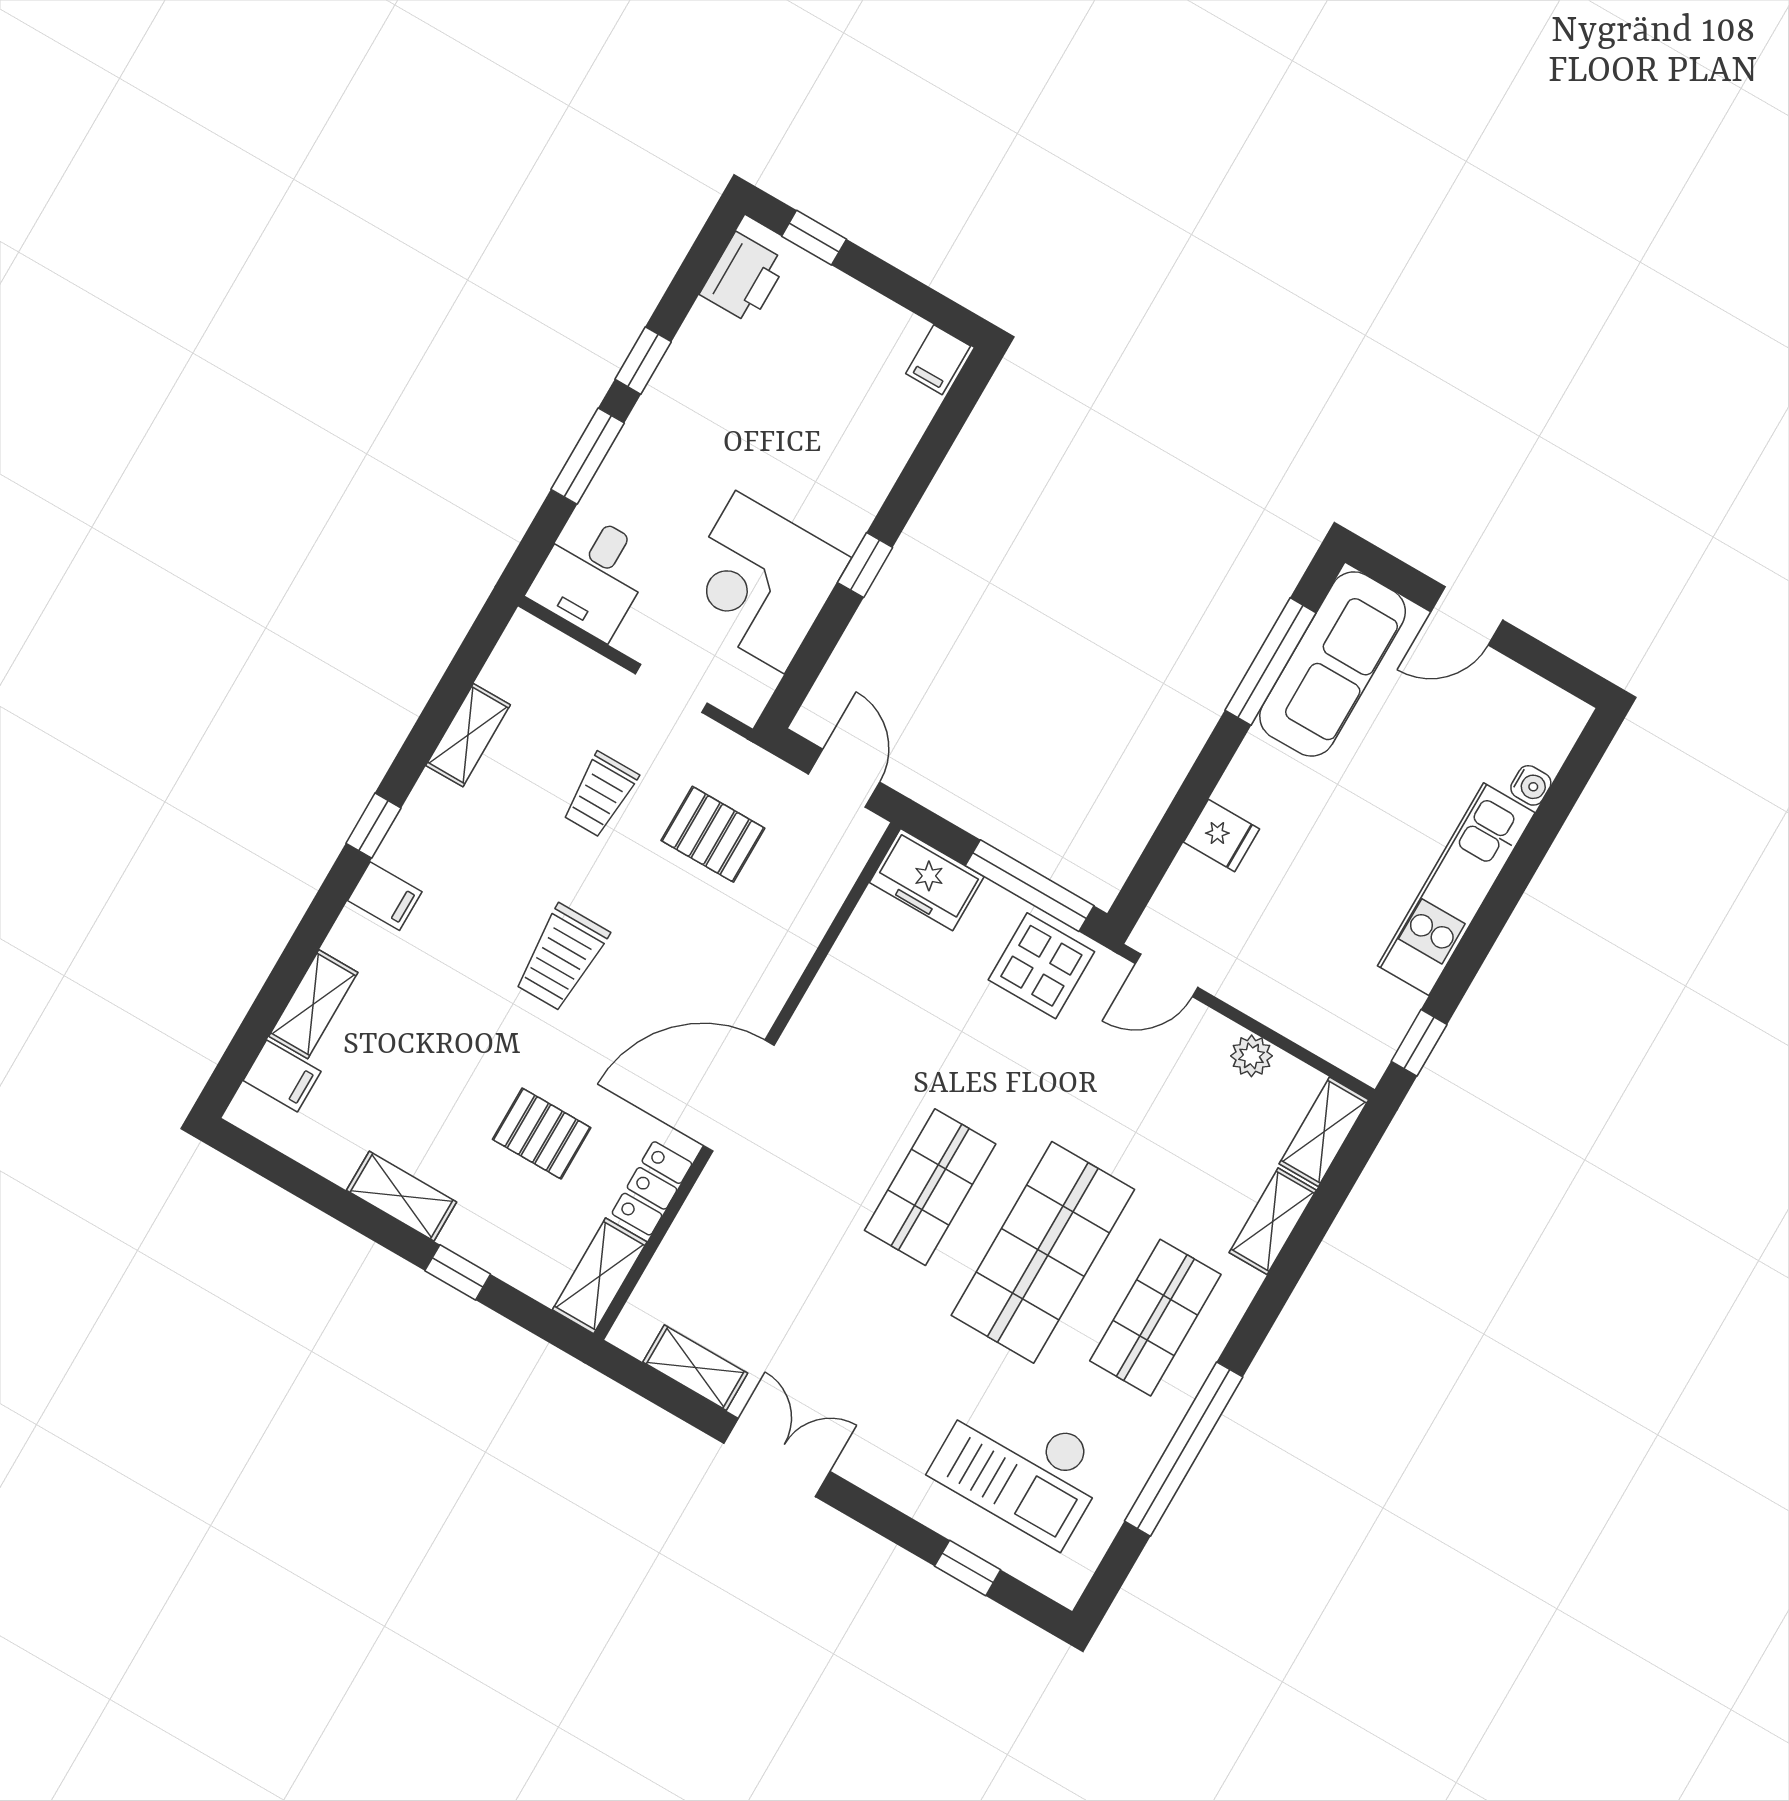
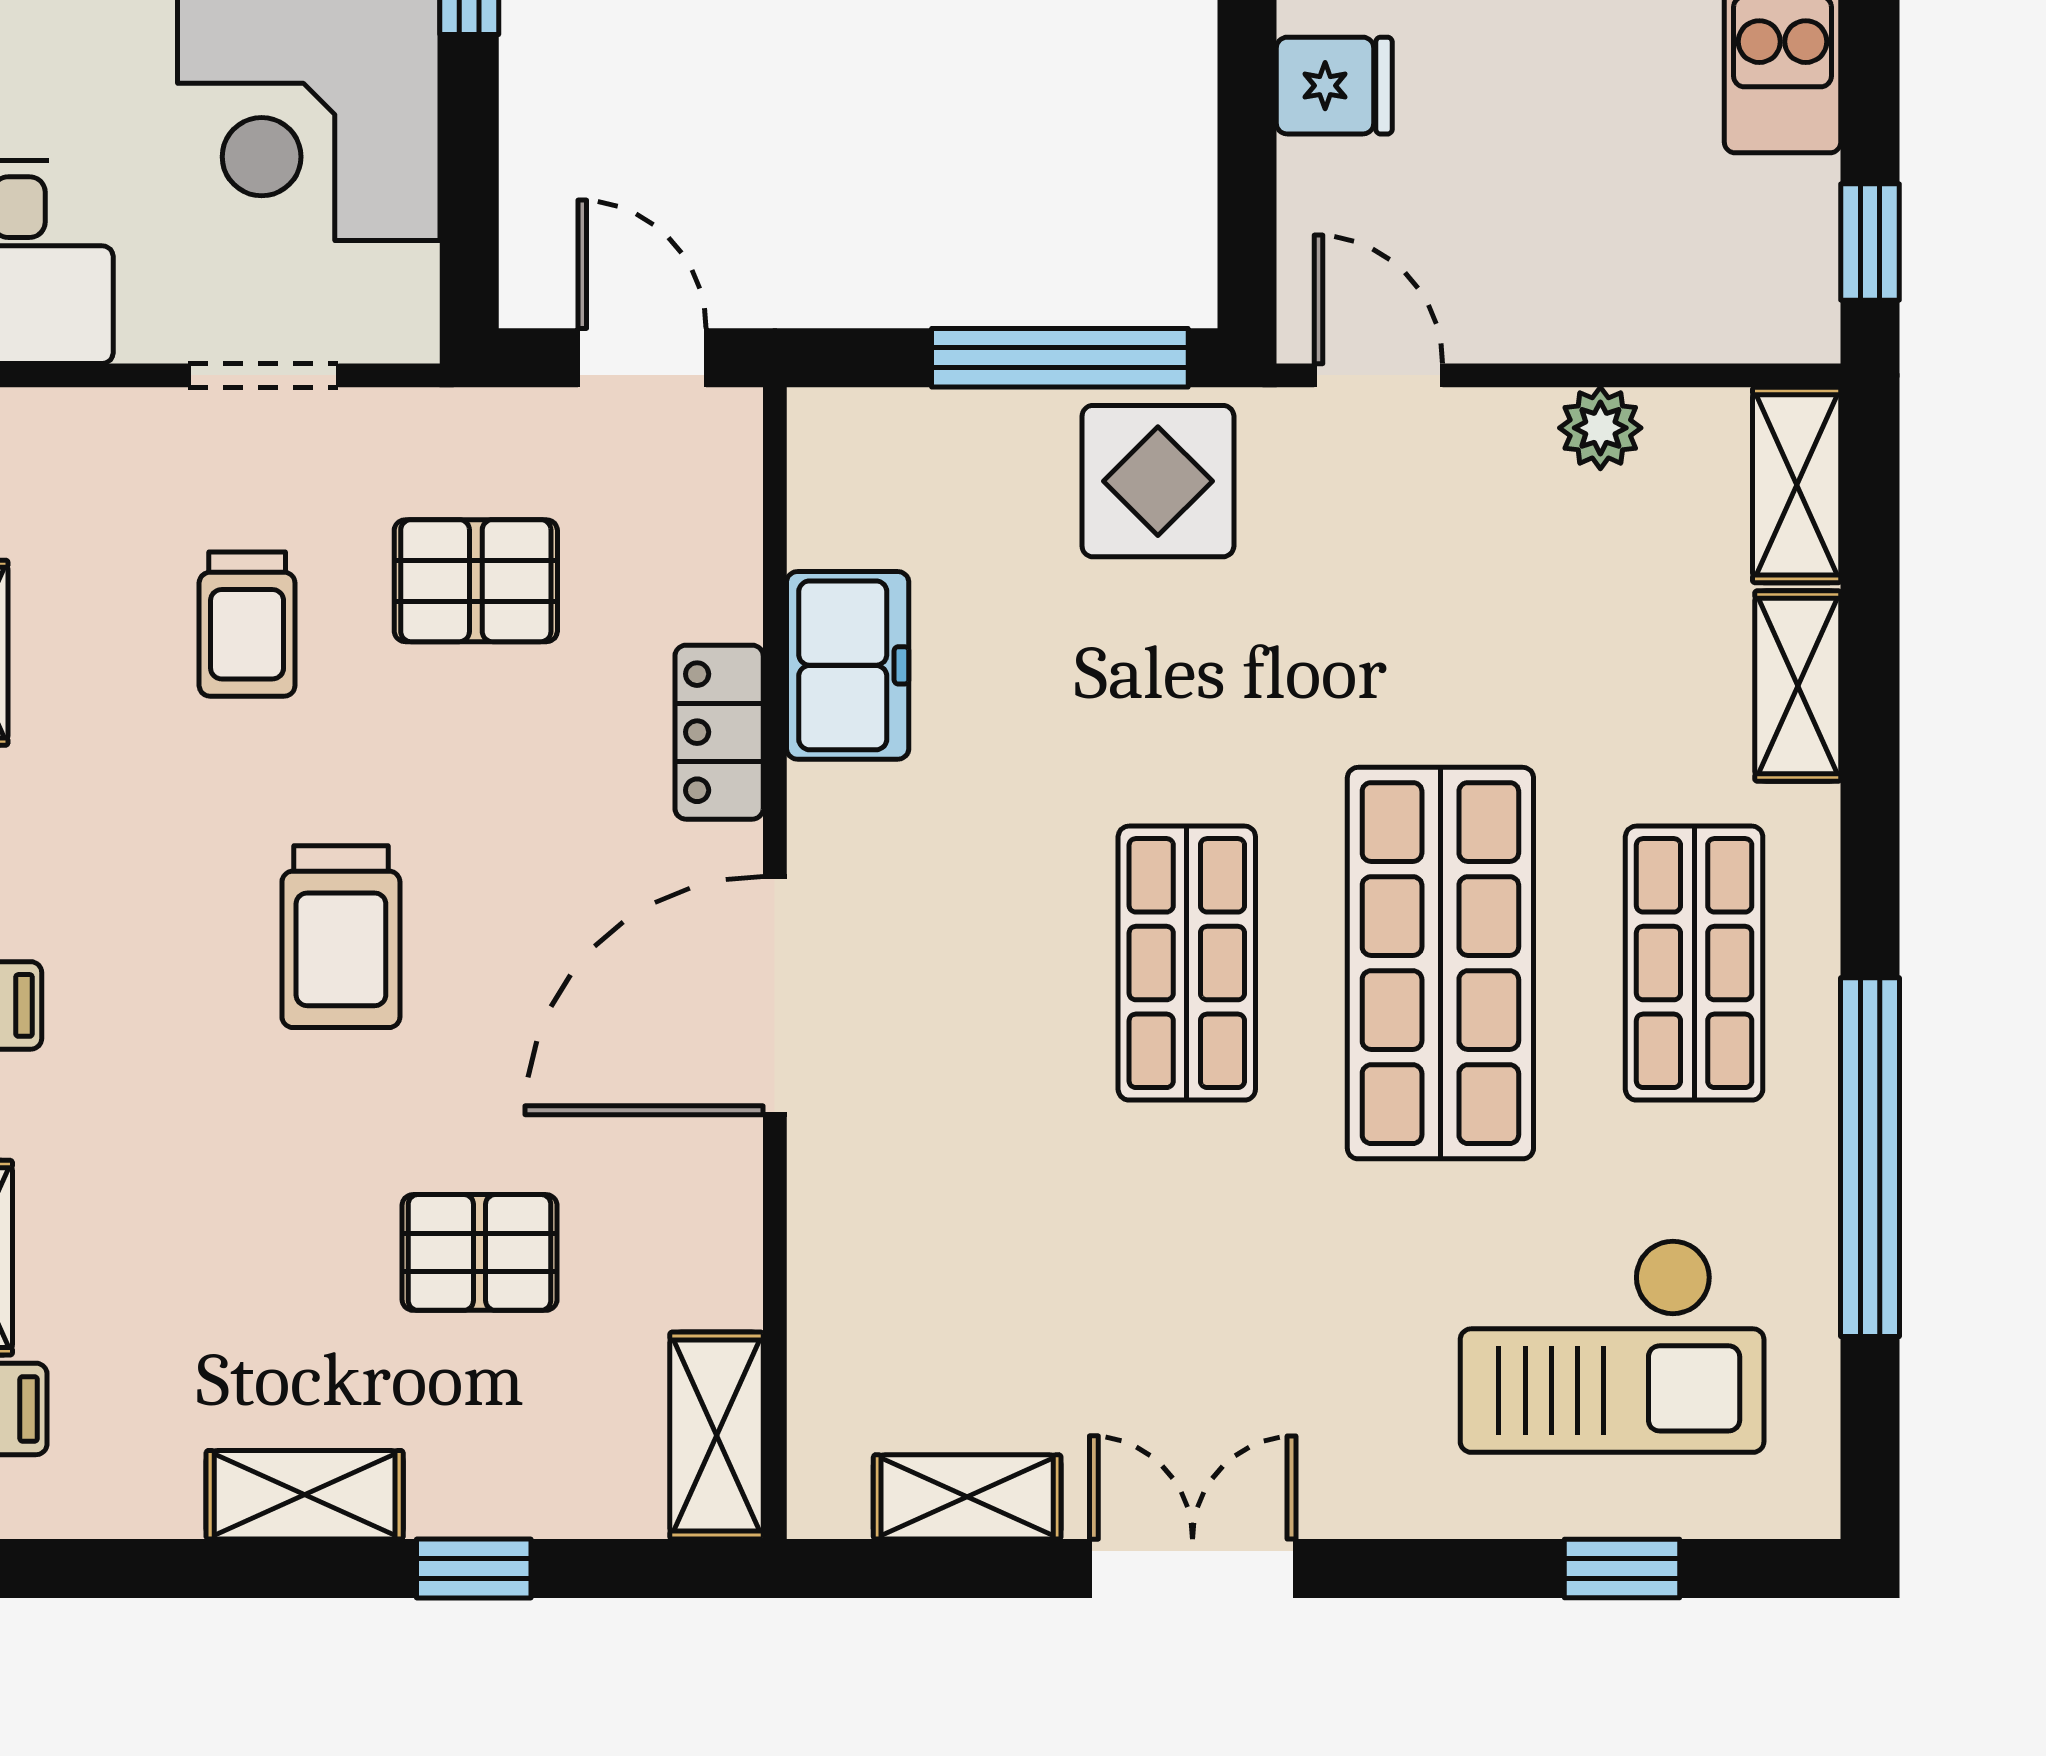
freezer: (927, 880) -> (848, 665), moved, turned -90
door: (1167, 975) -> (1378, 375), swing flipped
locker: (652, 1188) -> (719, 732), moved

